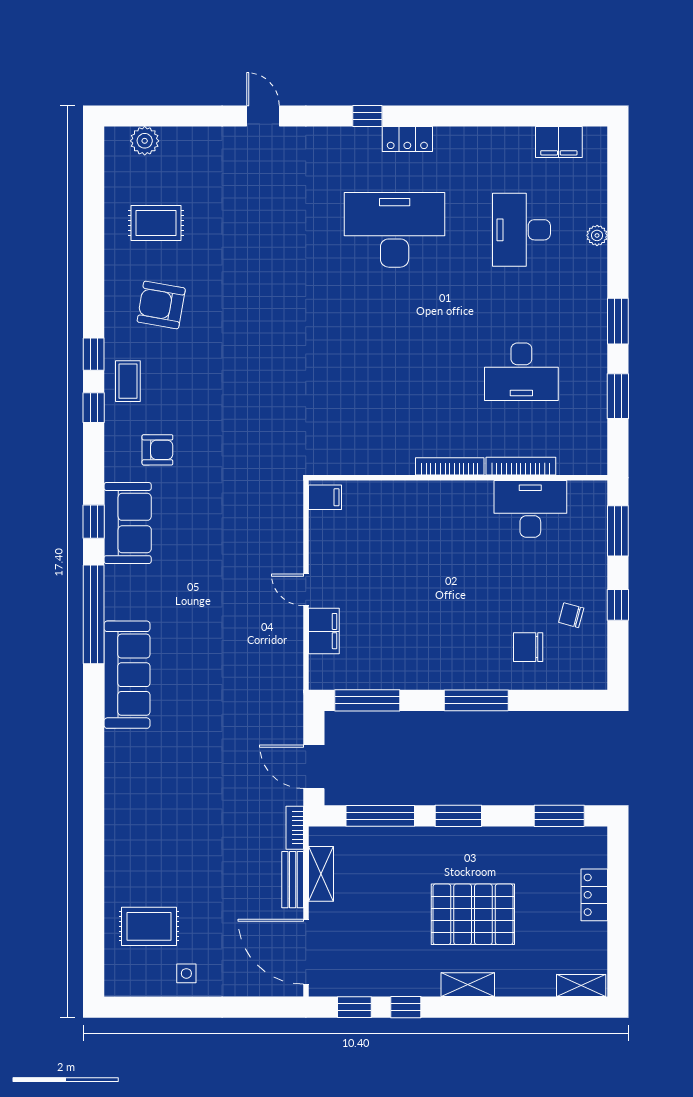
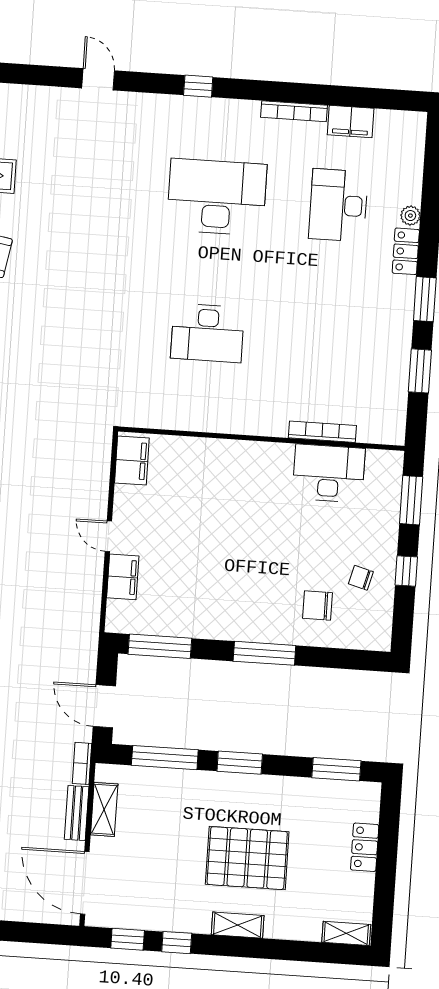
locker: (407, 139) -> (406, 251), moved, turned 90
filing cabinet: (559, 142) -> (351, 122), moved
desk: (521, 372) -> (207, 333), moved
bookcase: (450, 466) -> (294, 111), moved, turned 180
filing cabinet: (325, 497) -> (132, 461), width x2.00

